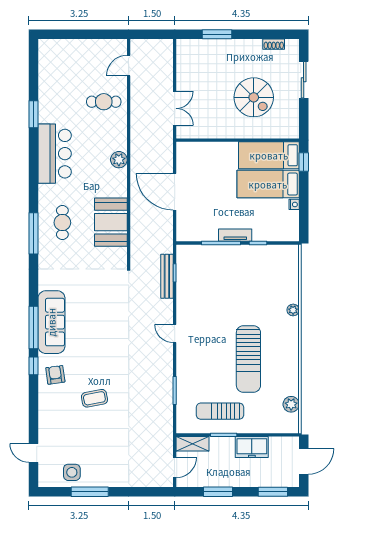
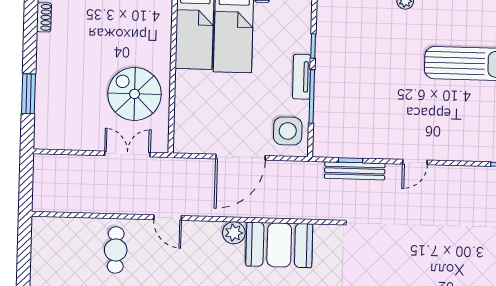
door: (129, 66) -> (168, 218), moved
spiral stairs: (254, 97) -> (135, 94), moved, turned -90
plant: (119, 160) -> (234, 233), moved
side table: (195, 226) -> (288, 131), added
door: (175, 334) -> (415, 162), moved

